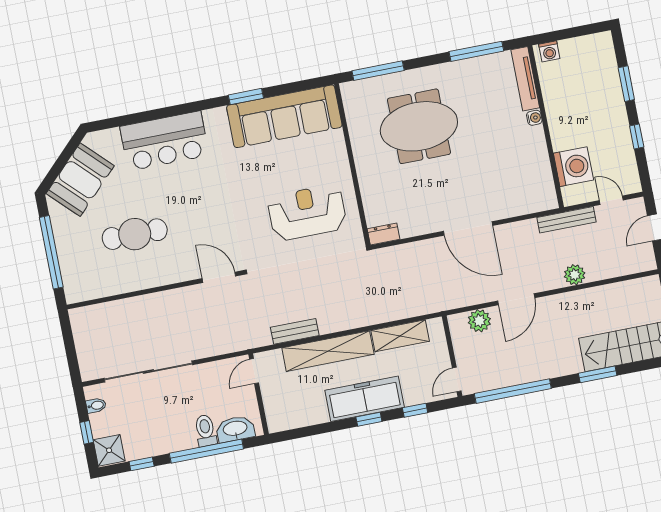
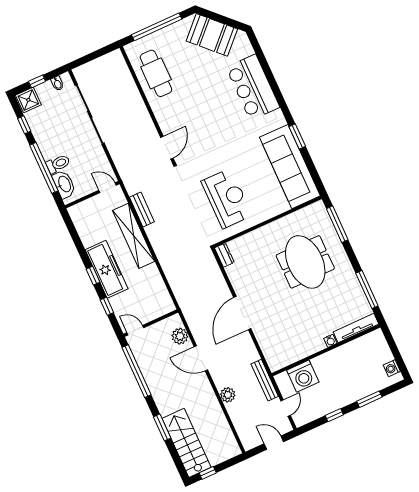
washing machine: (549, 51) -> (392, 368), moved
cafe table: (135, 234) -> (156, 73), moved
shelving: (400, 336) -> (156, 284), removed

